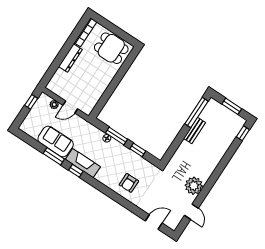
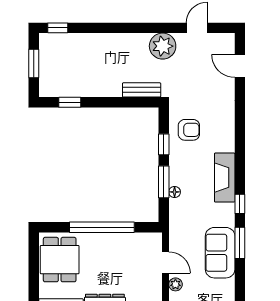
window: (114, 84) -> (102, 227), added
window: (196, 112) -> (70, 102), width x0.46
bench: (195, 130) -> (142, 90), moved
fireplace: (83, 163) -> (225, 178), moved
armchair: (129, 183) -> (189, 130), moved

